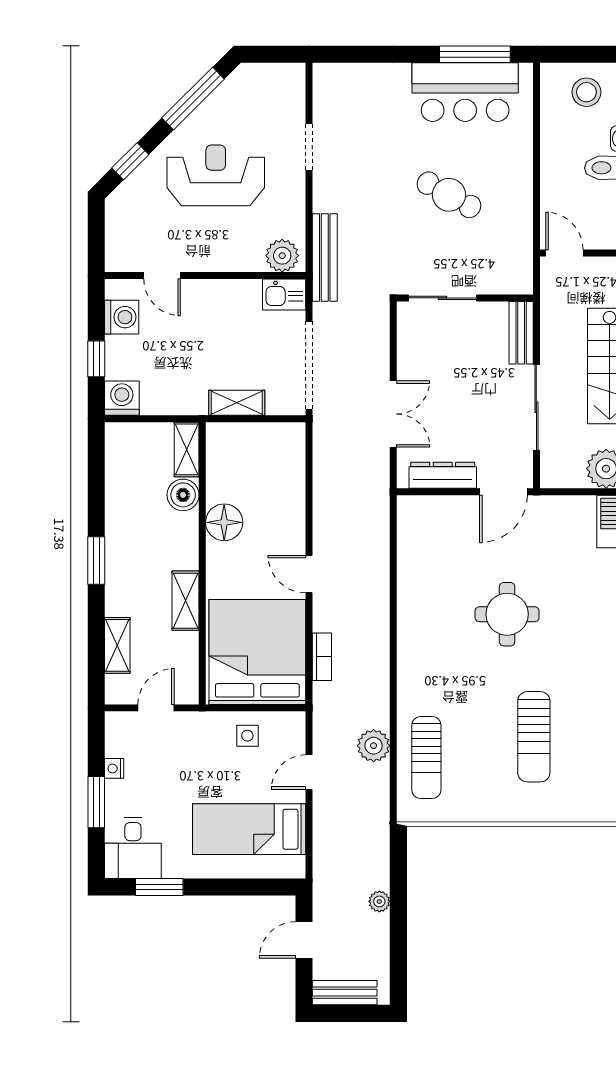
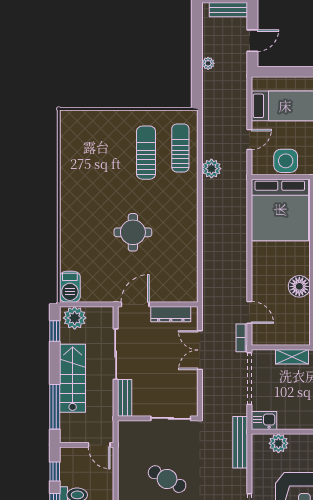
plant: (282, 256) -> (278, 443), moved
door: (309, 574) -> (249, 312), moved
bookcase: (322, 657) -> (242, 338), moved
side table: (247, 736) -> (286, 161), width x1.87, depth x1.87
sun lounger: (534, 737) -> (146, 153), moved
plant: (374, 746) -> (211, 169), moved

